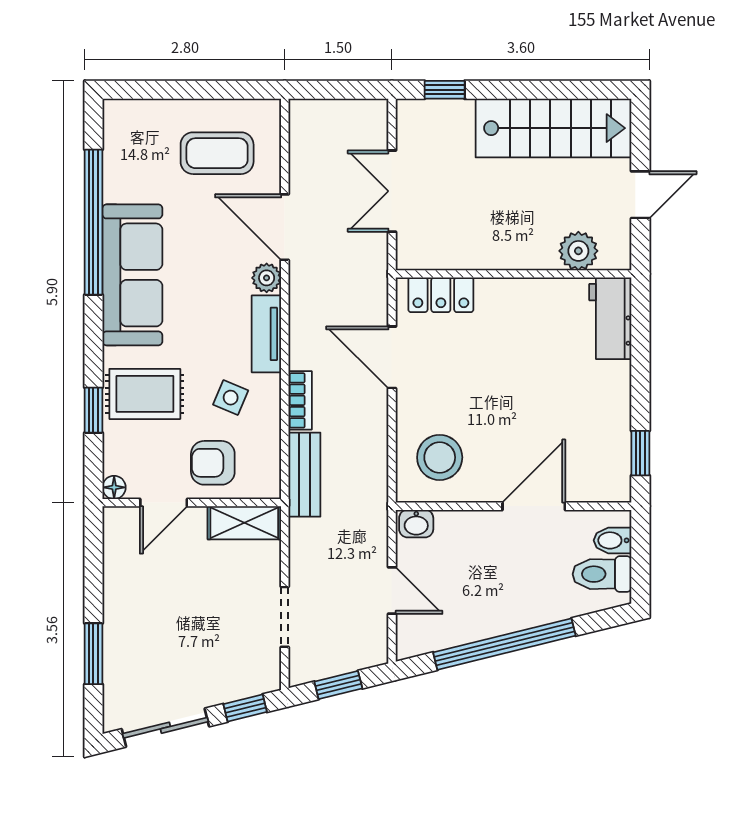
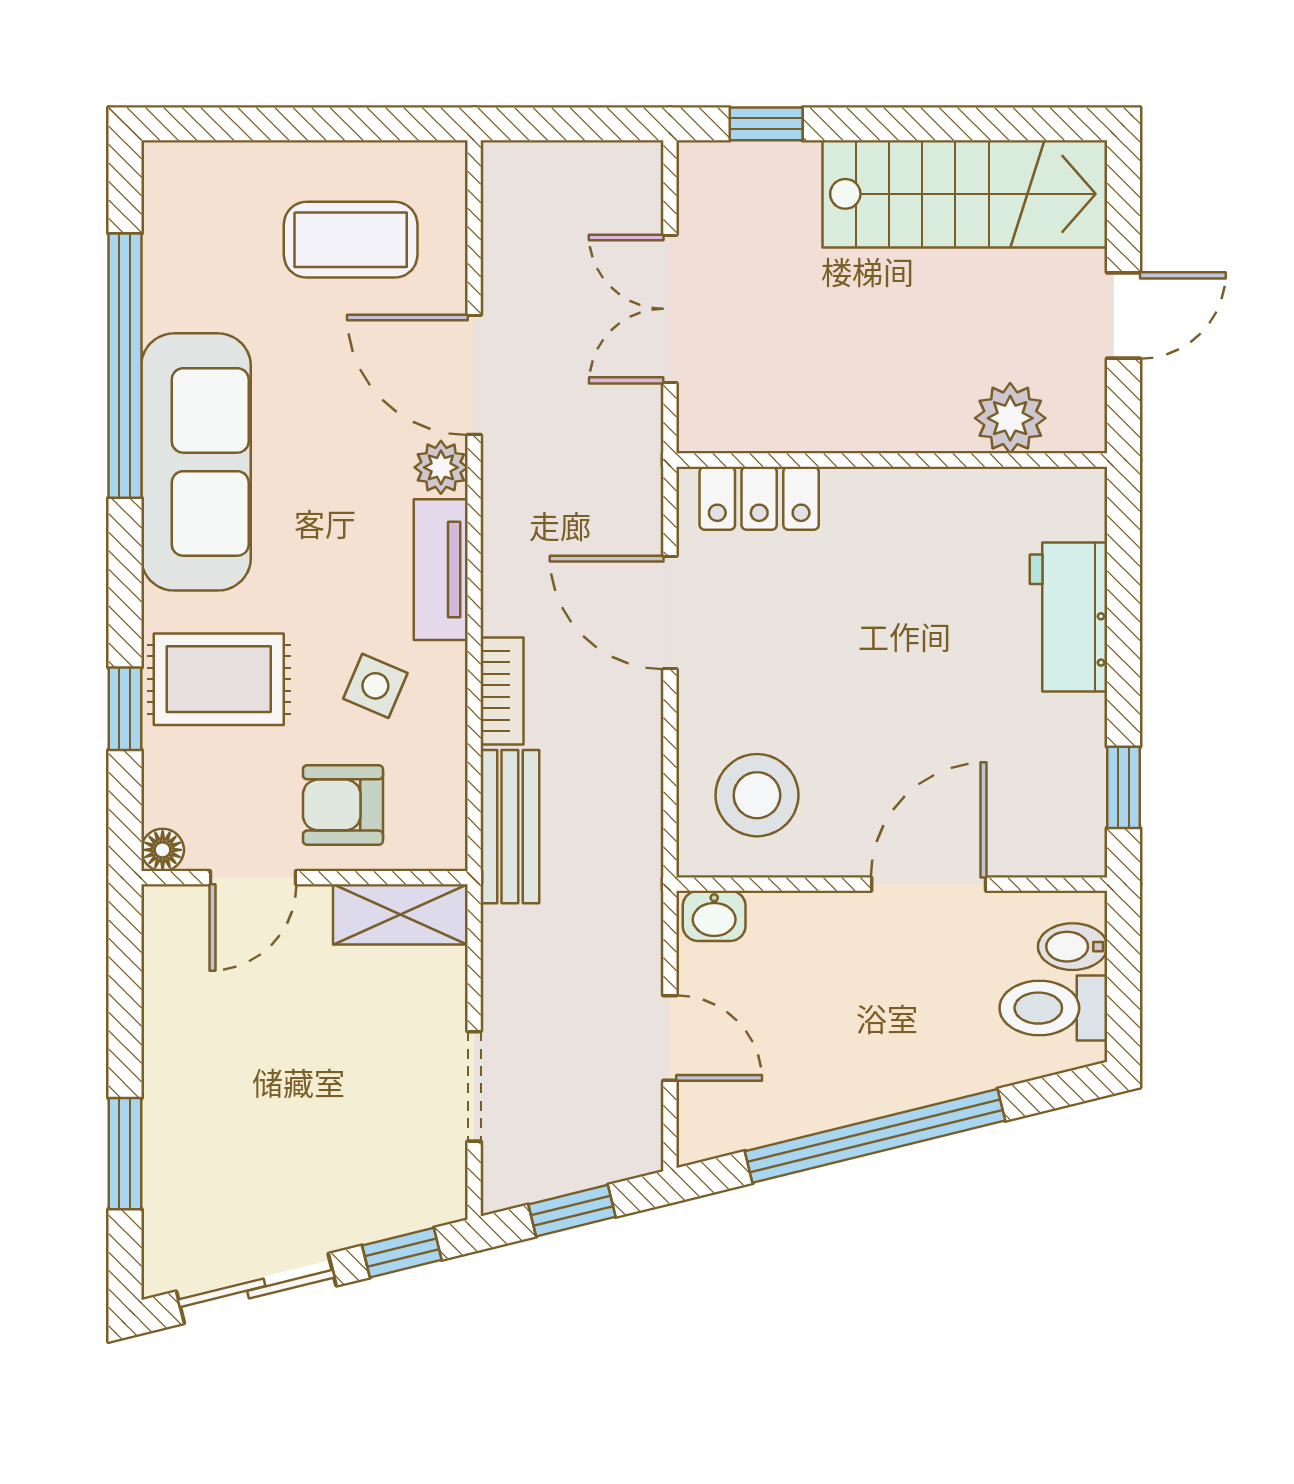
workbench: (610, 318) -> (1069, 617), moved

